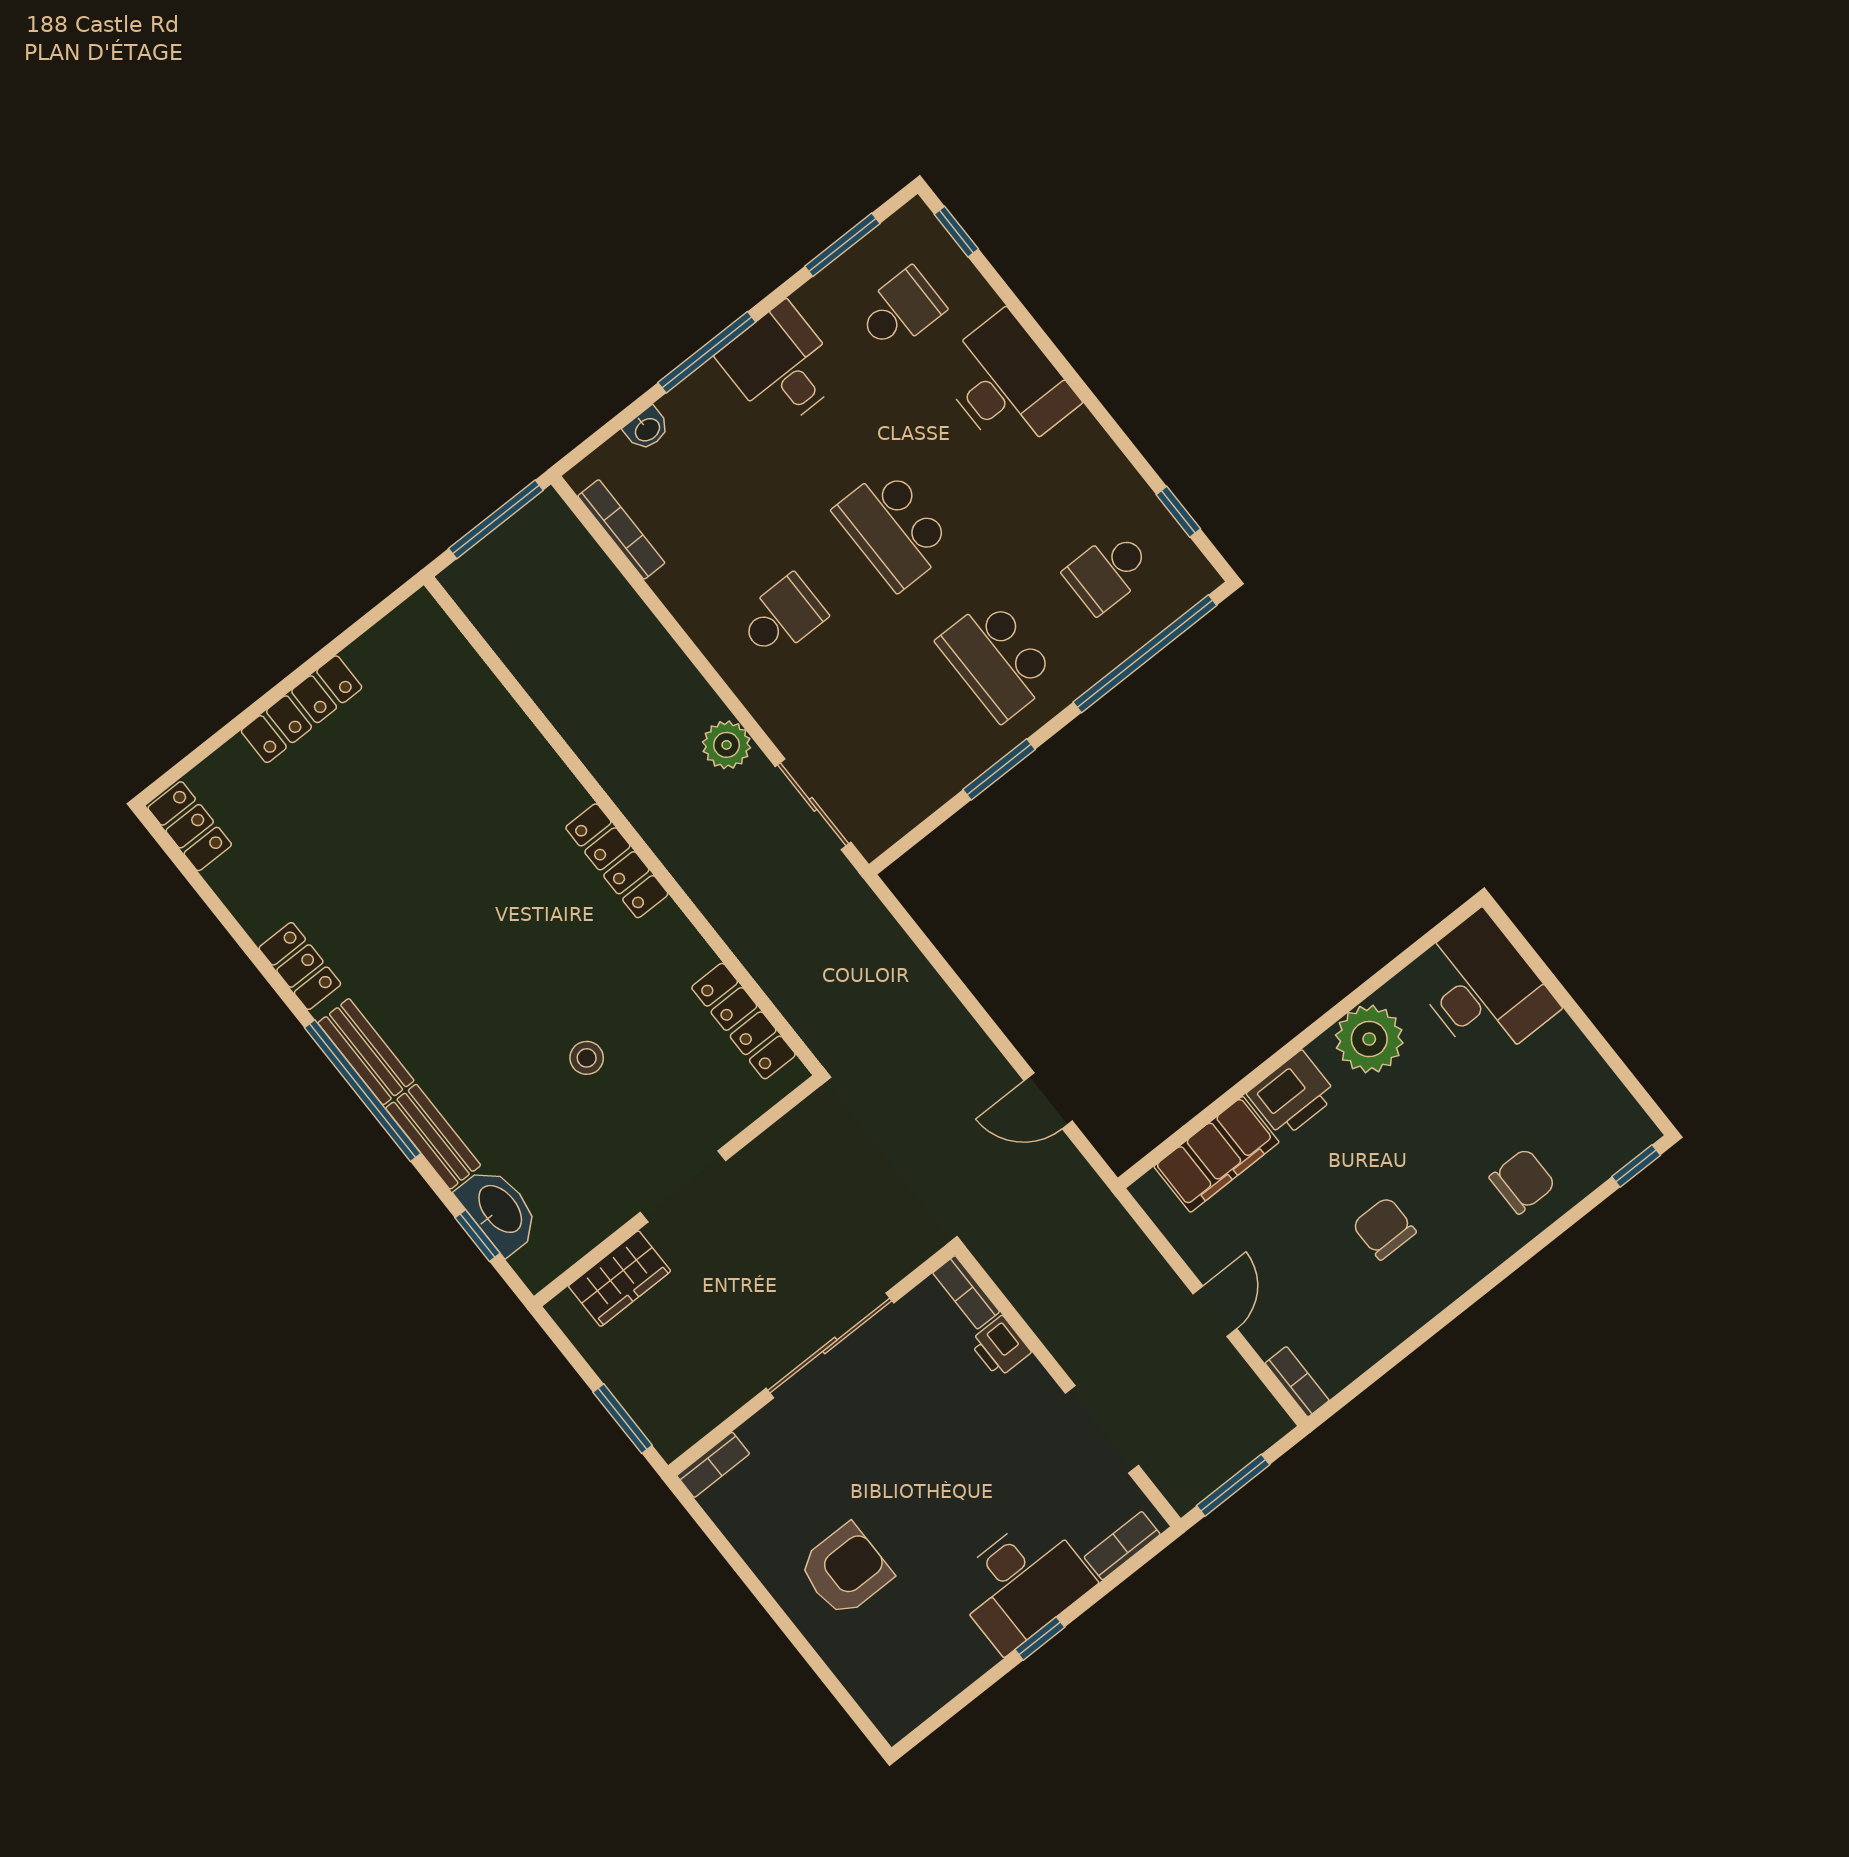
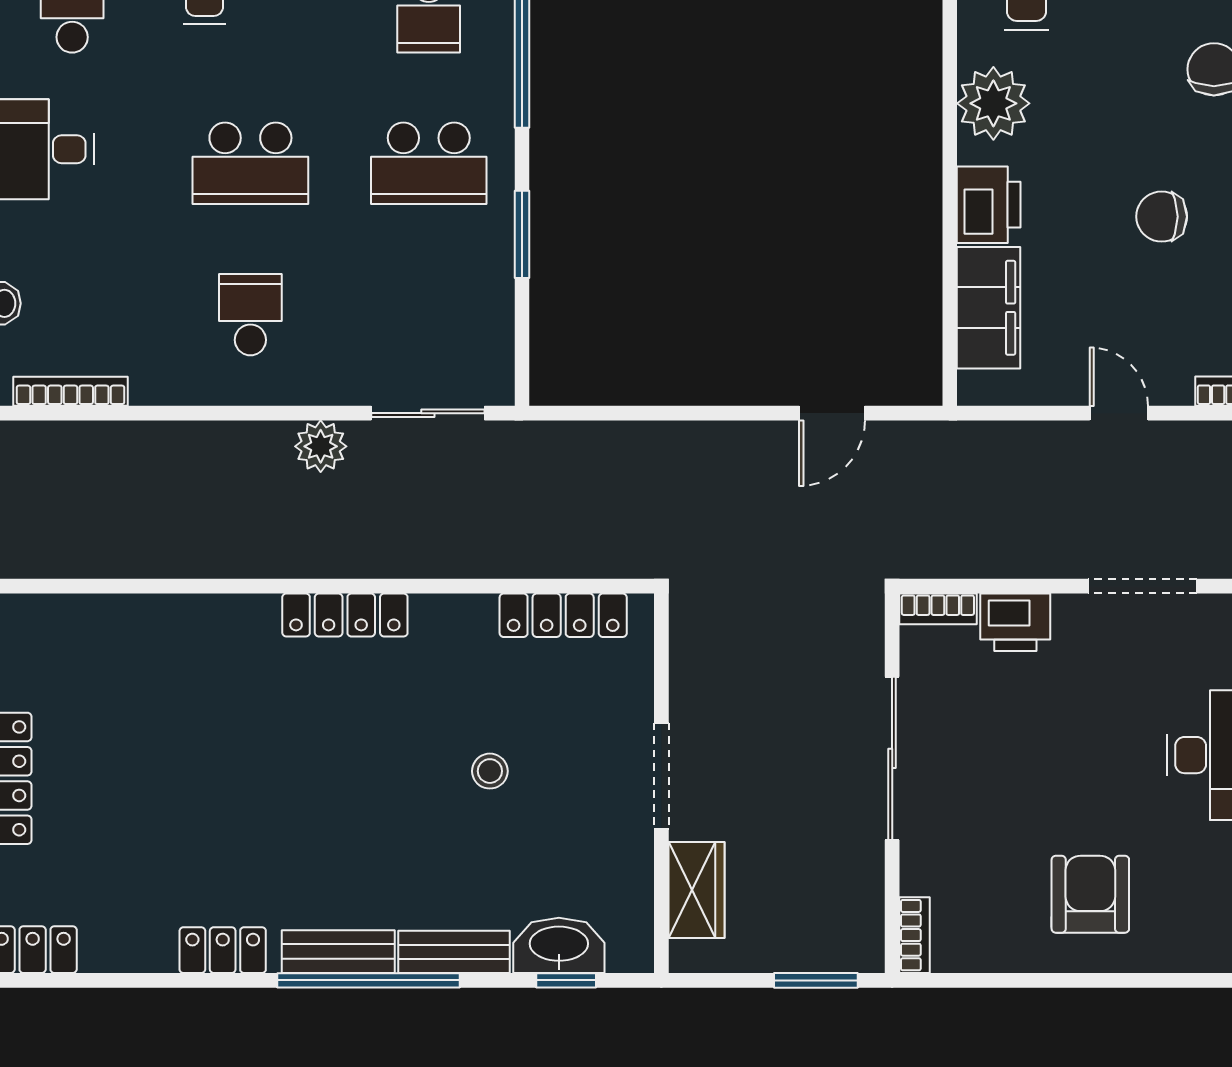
printer: (1000, 1347) -> (1015, 622), width x1.36, depth x1.24

